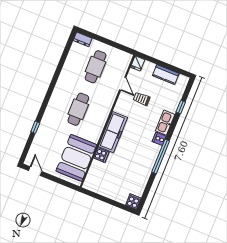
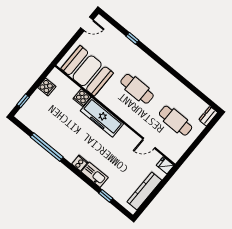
kitchen counter: (166, 74) -> (144, 191), width x1.50
trolley: (142, 99) -> (127, 158), removed
window: (161, 156) -> (47, 147), moved
cooker: (133, 202) -> (47, 87), moved
window: (120, 206) -> (23, 101), added

